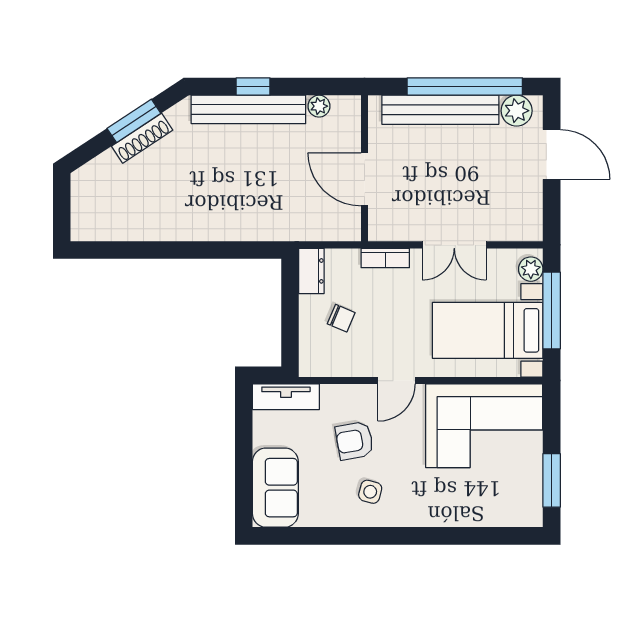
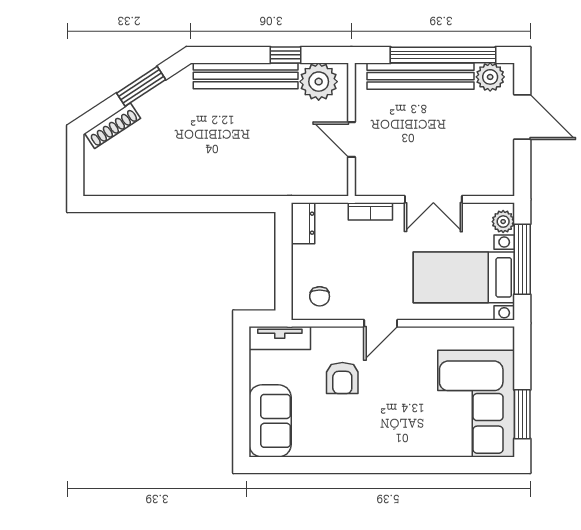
window: (253, 87) -> (285, 55), moved
plant: (319, 106) -> (319, 82), width x1.88, depth x1.88
shoe rack: (142, 138) -> (113, 126), moved
door: (365, 179) -> (351, 140), width x0.73
chair: (341, 318) -> (320, 296), moved, turned 67
corner sofa: (484, 426) -> (476, 404), moved, turned 90
armchair: (355, 441) -> (342, 378), turned -80
side table: (370, 492) -> (357, 425), removed

